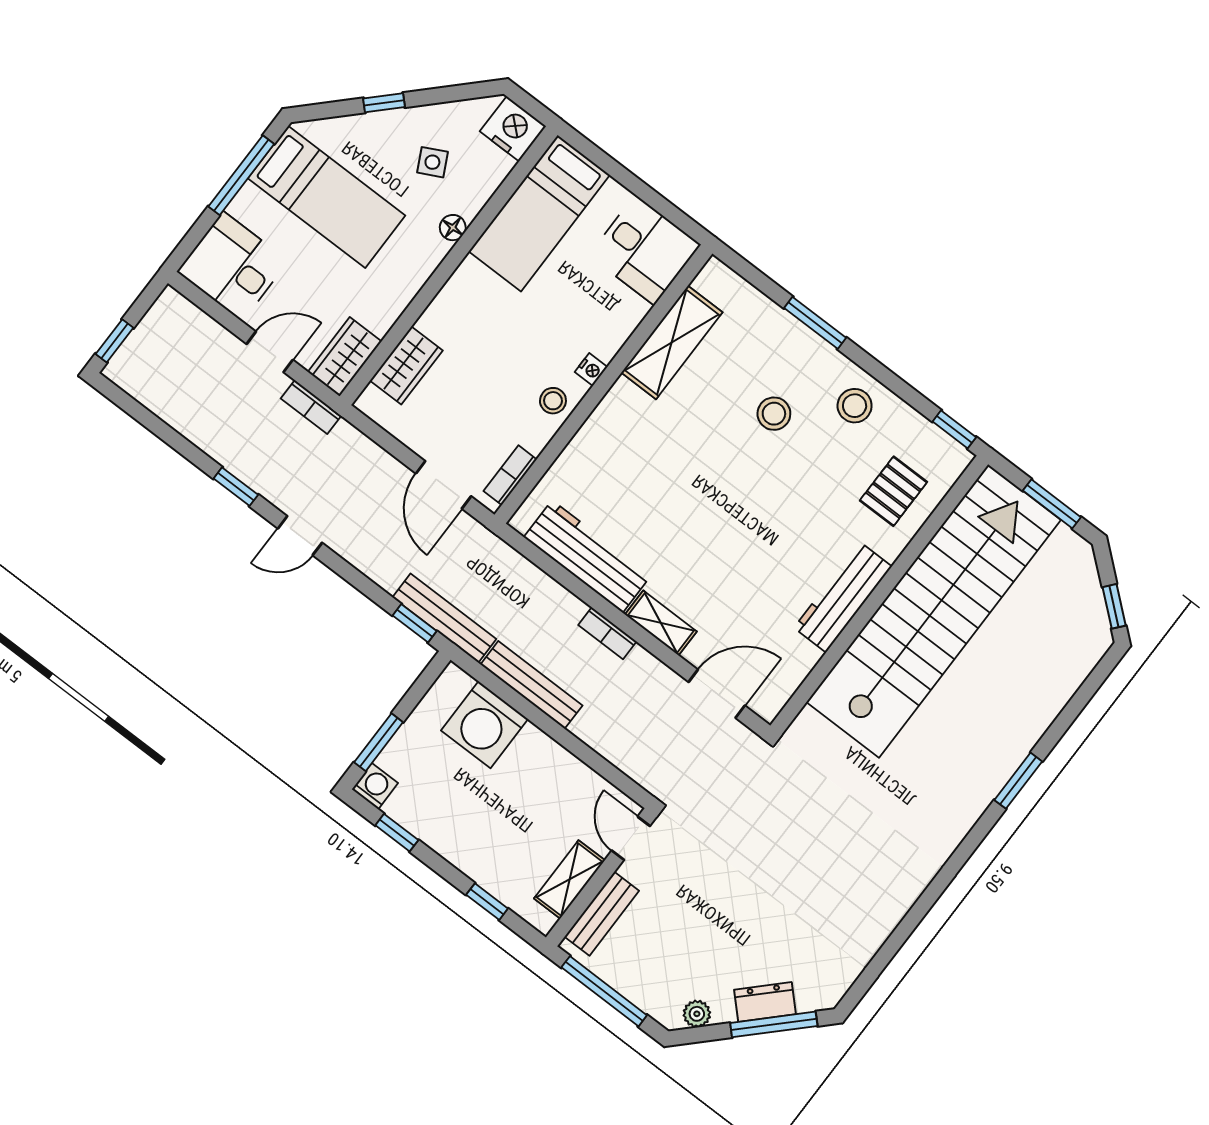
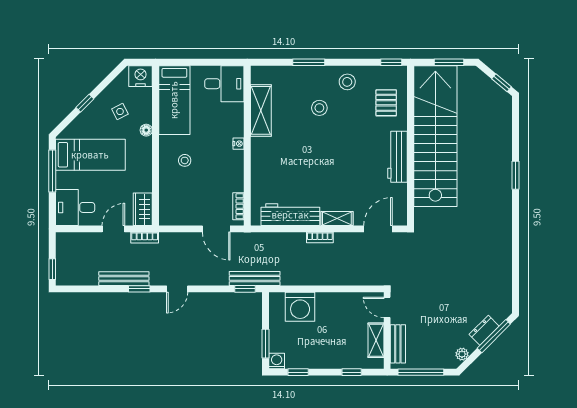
wardrobe: (406, 365) -> (168, 195), removed
stool: (553, 401) -> (185, 160), moved
bench: (531, 685) -> (124, 279), moved

